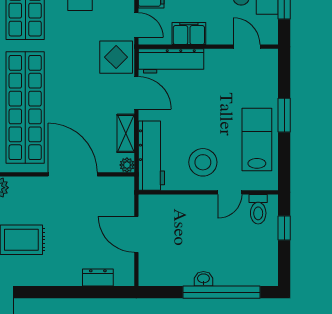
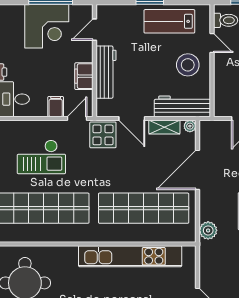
workbench: (171, 61) -> (106, 72), moved
door: (136, 93) -> (132, 118), swing flipped

